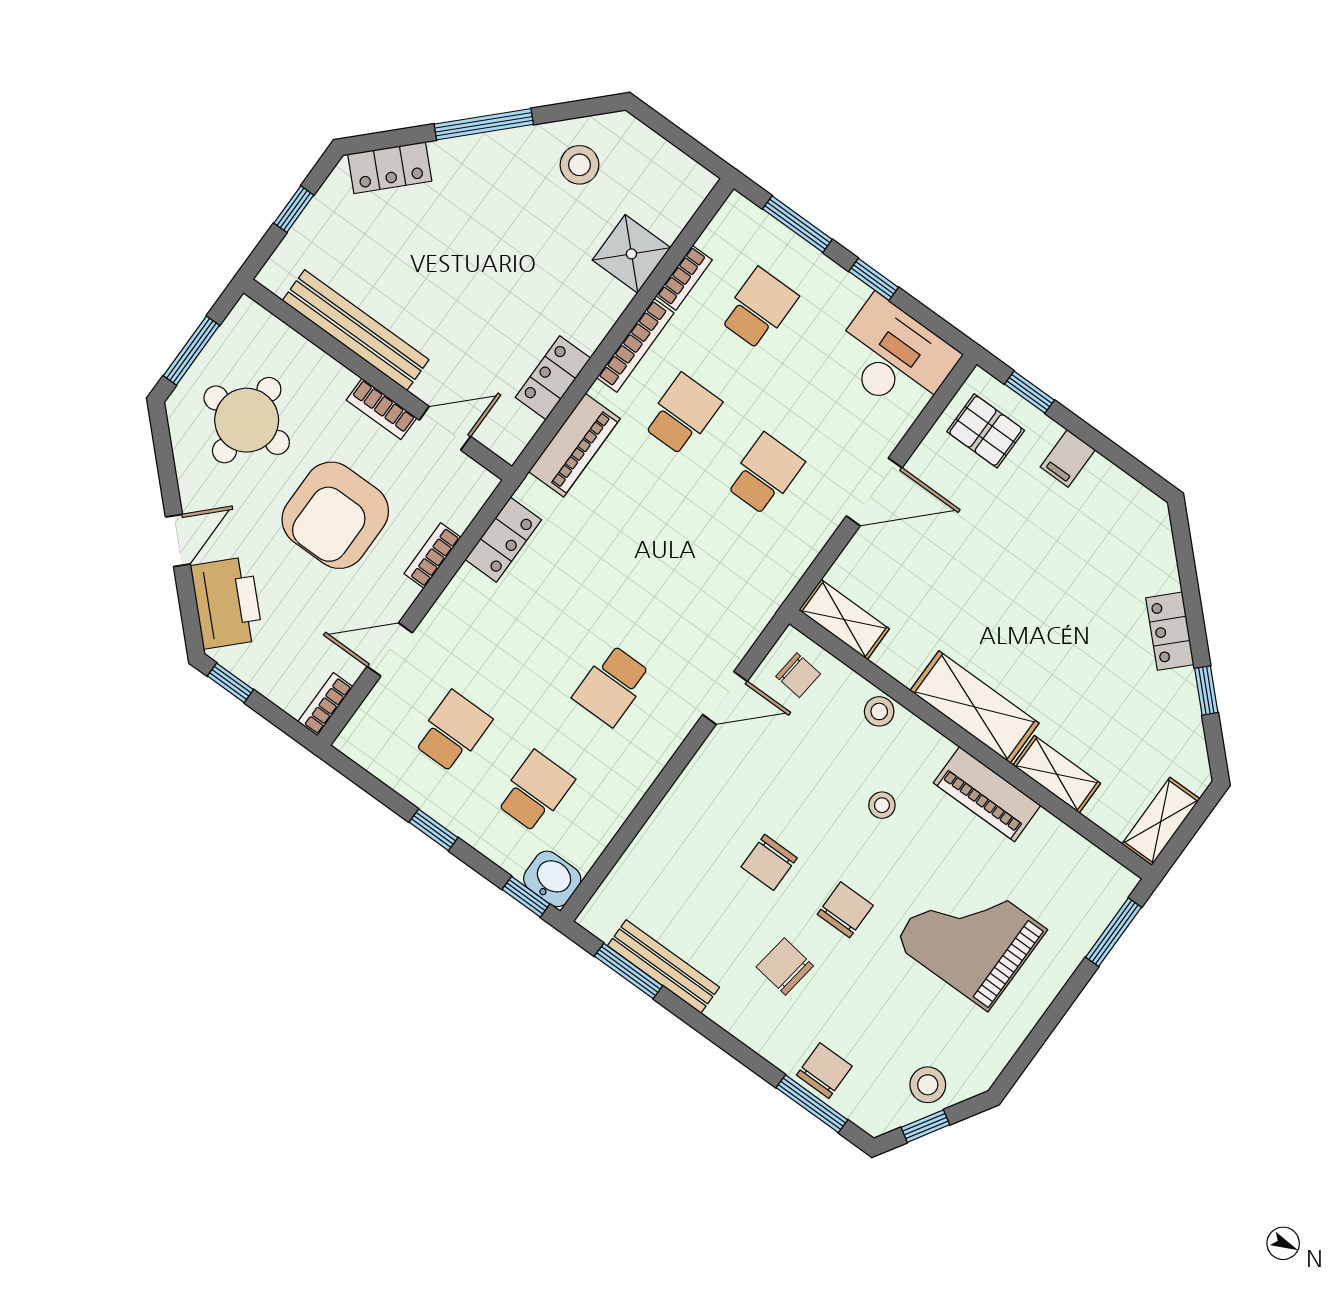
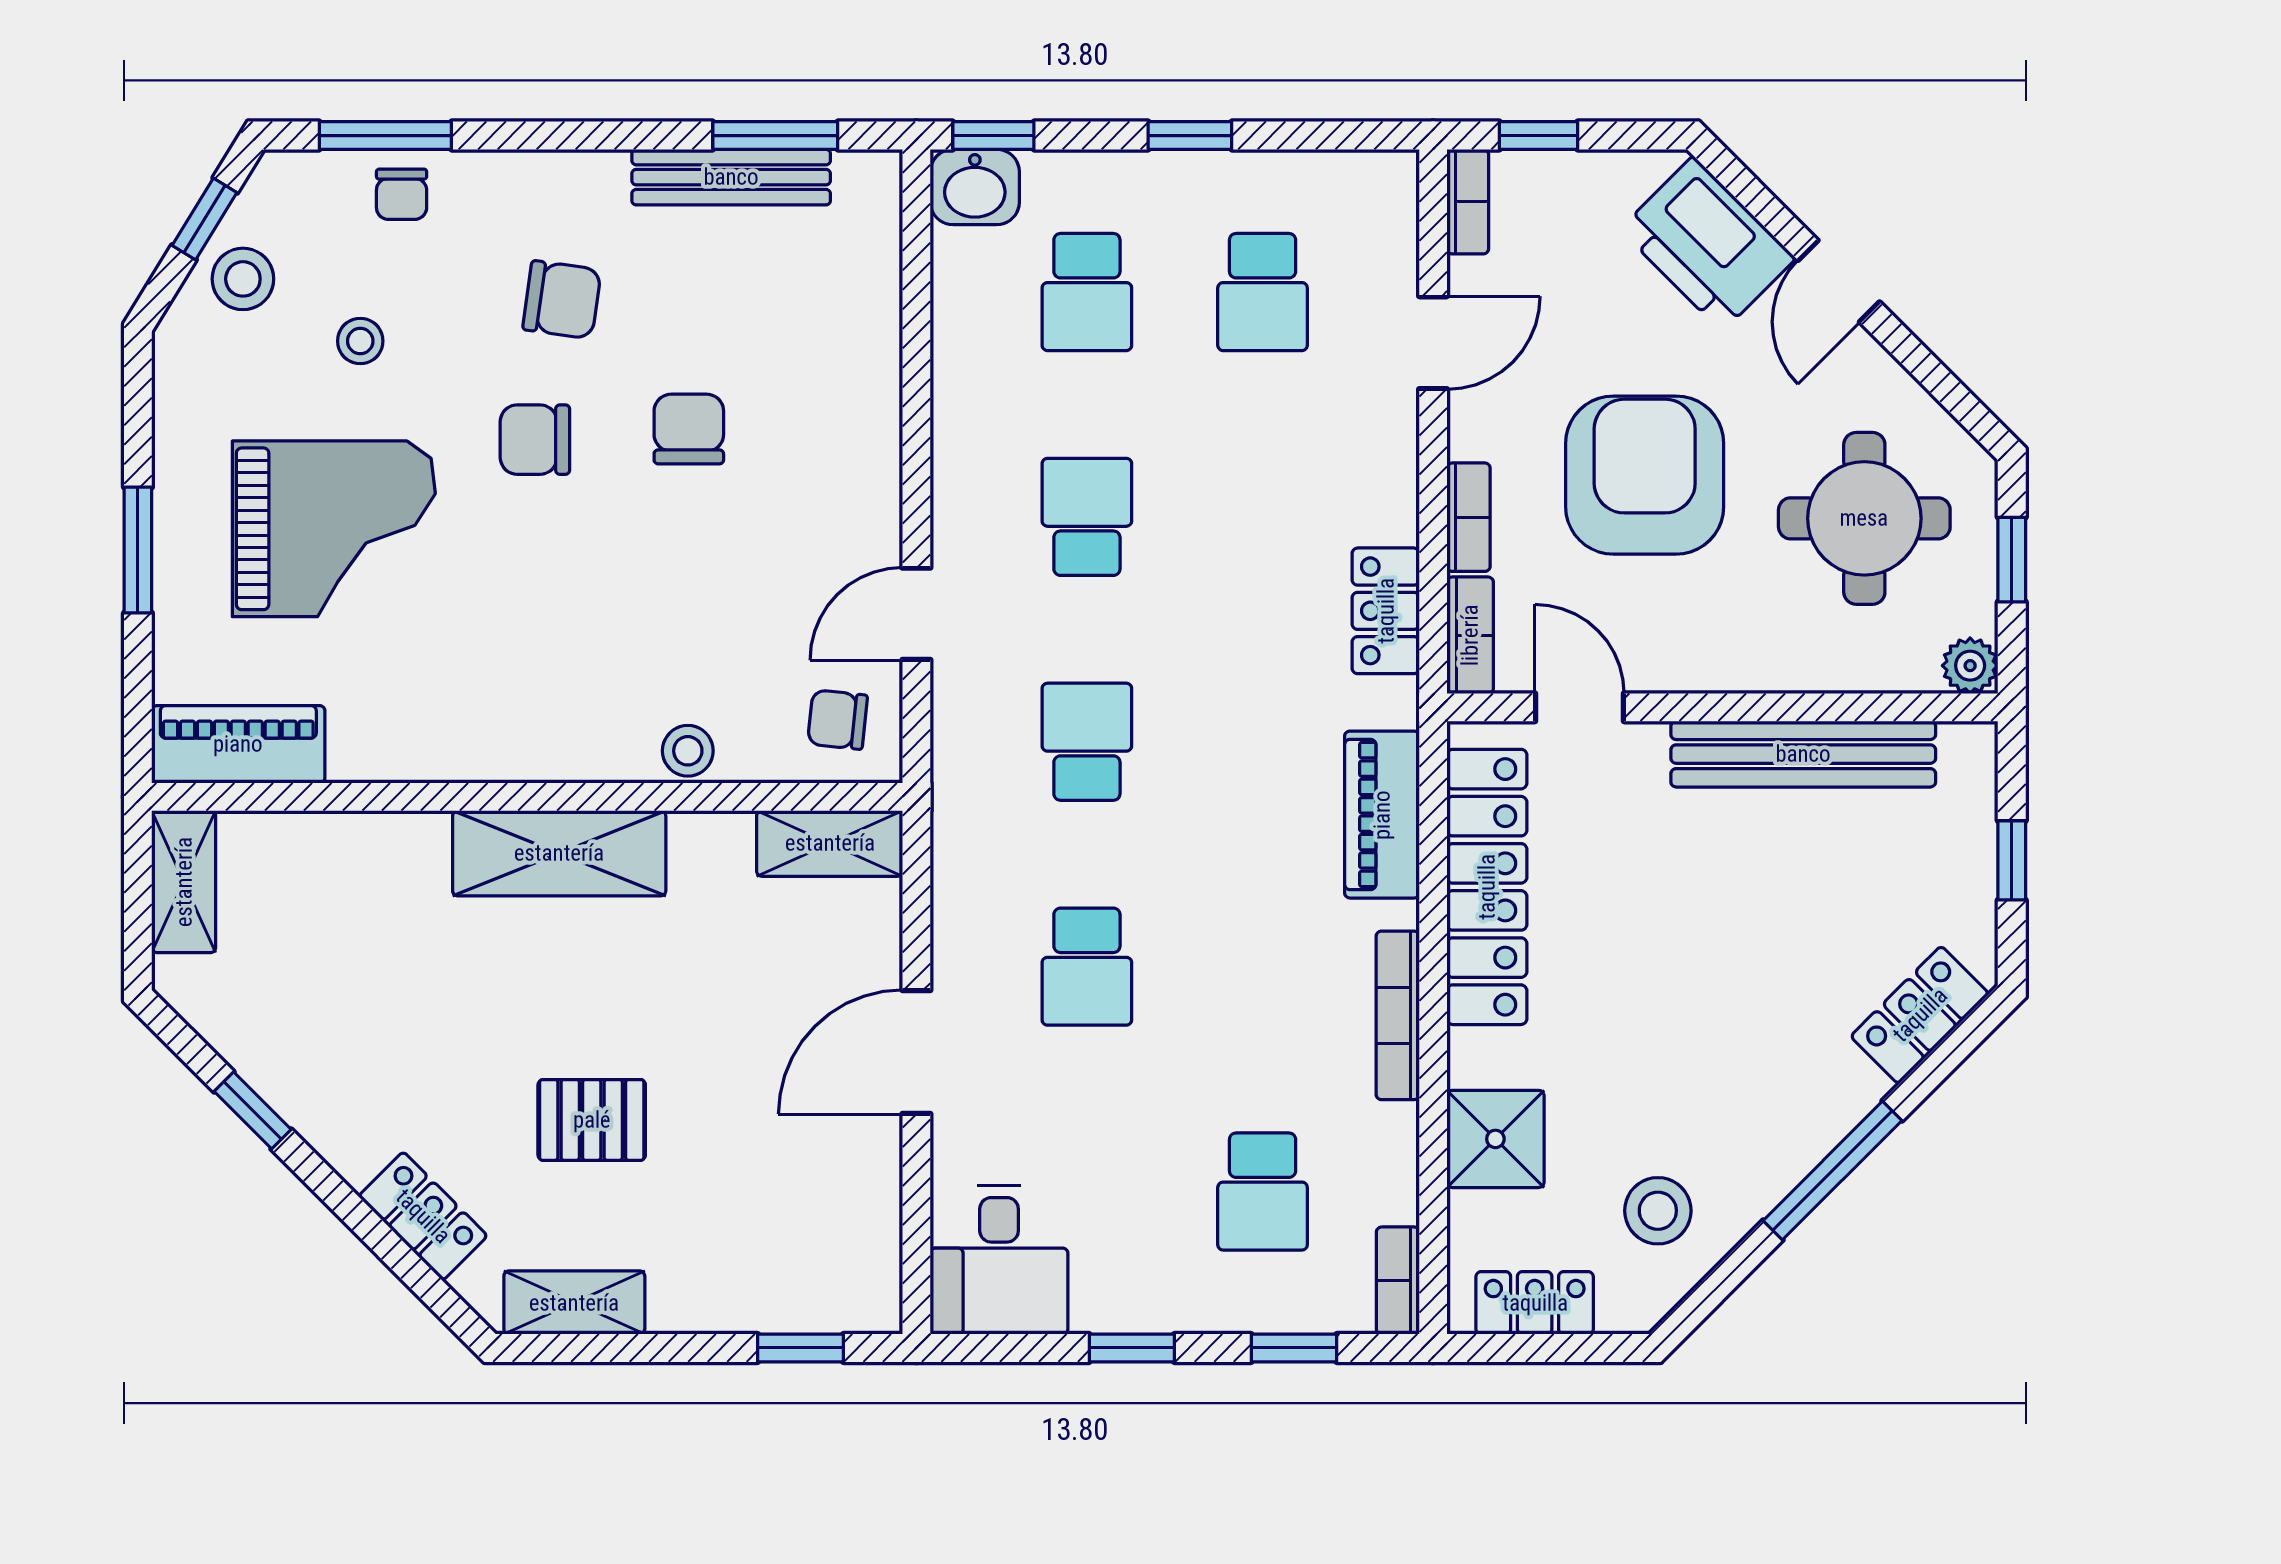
locker: (669, 163) -> (1535, 1303), added
window: (797, 224) -> (1294, 1348), width x0.67
bookcase: (684, 278) -> (1398, 1281), moved
plant: (247, 315) -> (1970, 666), added
window: (191, 351) -> (2012, 560), width x0.67
desk: (894, 357) -> (999, 1260), width x0.73
locker: (553, 378) -> (1487, 887), width x2.16, depth x1.21
bookcase: (381, 409) -> (1470, 635), moved, turned 90
school desk: (682, 414) -> (1087, 742), moved, turned 180
door: (445, 428) -> (1579, 707), swing flipped
pallet: (986, 431) -> (592, 1120), moved
filing cabinet: (1068, 458) -> (680, 1294), removed
locker: (1170, 631) -> (423, 1216), moved
window: (230, 683) -> (1538, 136), moved
shelving: (1057, 774) -> (574, 1303), moved
piano: (987, 794) -> (238, 744), moved
stool: (882, 805) -> (360, 341), moved
chair: (845, 910) -> (535, 440), turned 90
window: (1113, 932) -> (138, 550), moved
chair: (824, 1071) -> (402, 194), width x0.73, depth x0.73

